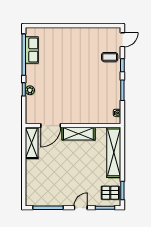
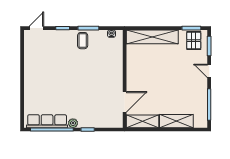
door: (122, 40) -> (36, 28), hinge flipped
row of seats: (32, 50) -> (47, 121), width x1.48
coffee table: (110, 57) -> (83, 41), moved
plant: (30, 90) -> (73, 123), moved
door: (51, 126) -> (125, 102), hinge flipped
shelving: (78, 134) -> (176, 121), moved, turned 90

